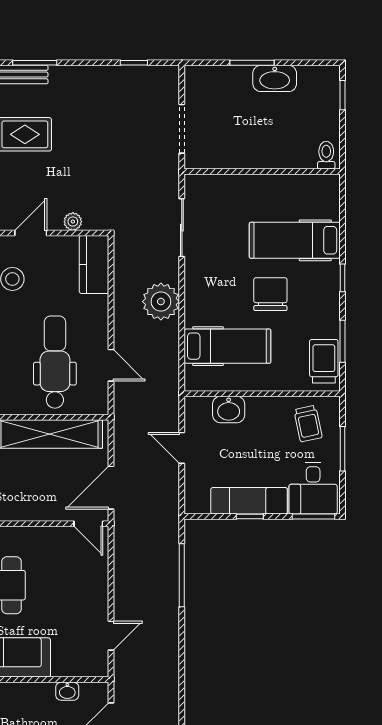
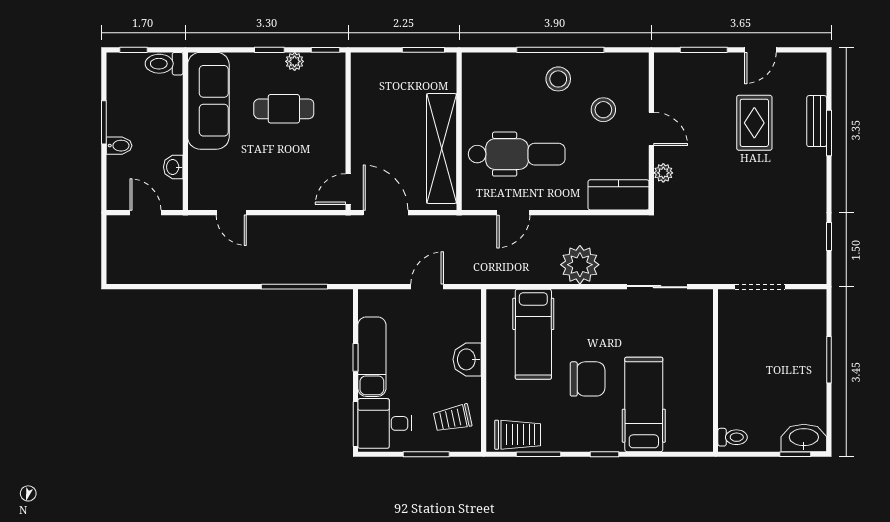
washbasin: (275, 78) -> (804, 438), moved, turned 90
washbasin: (229, 409) -> (467, 359), moved

